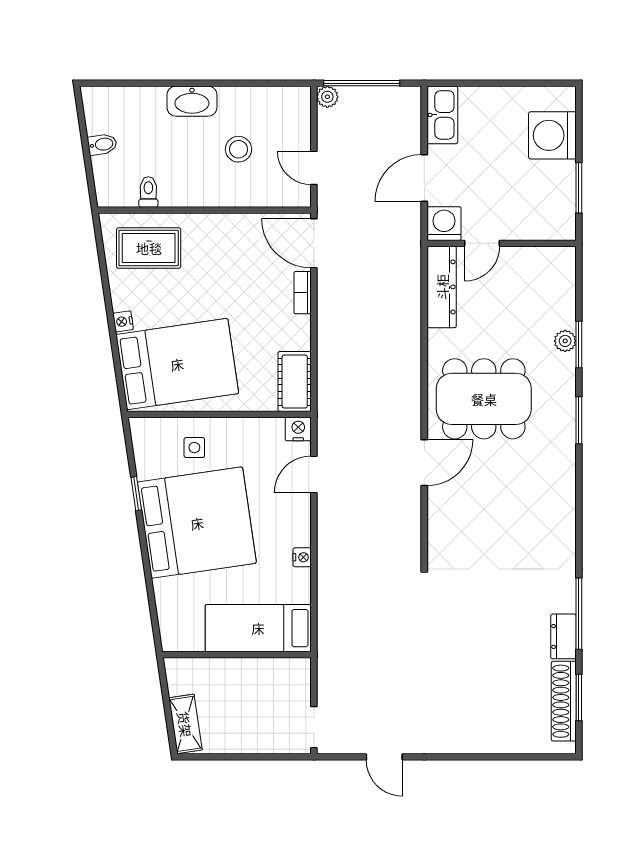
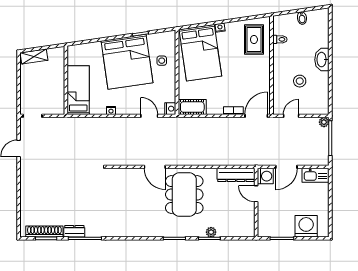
door: (424, 178) -> (286, 167), swing flipped

